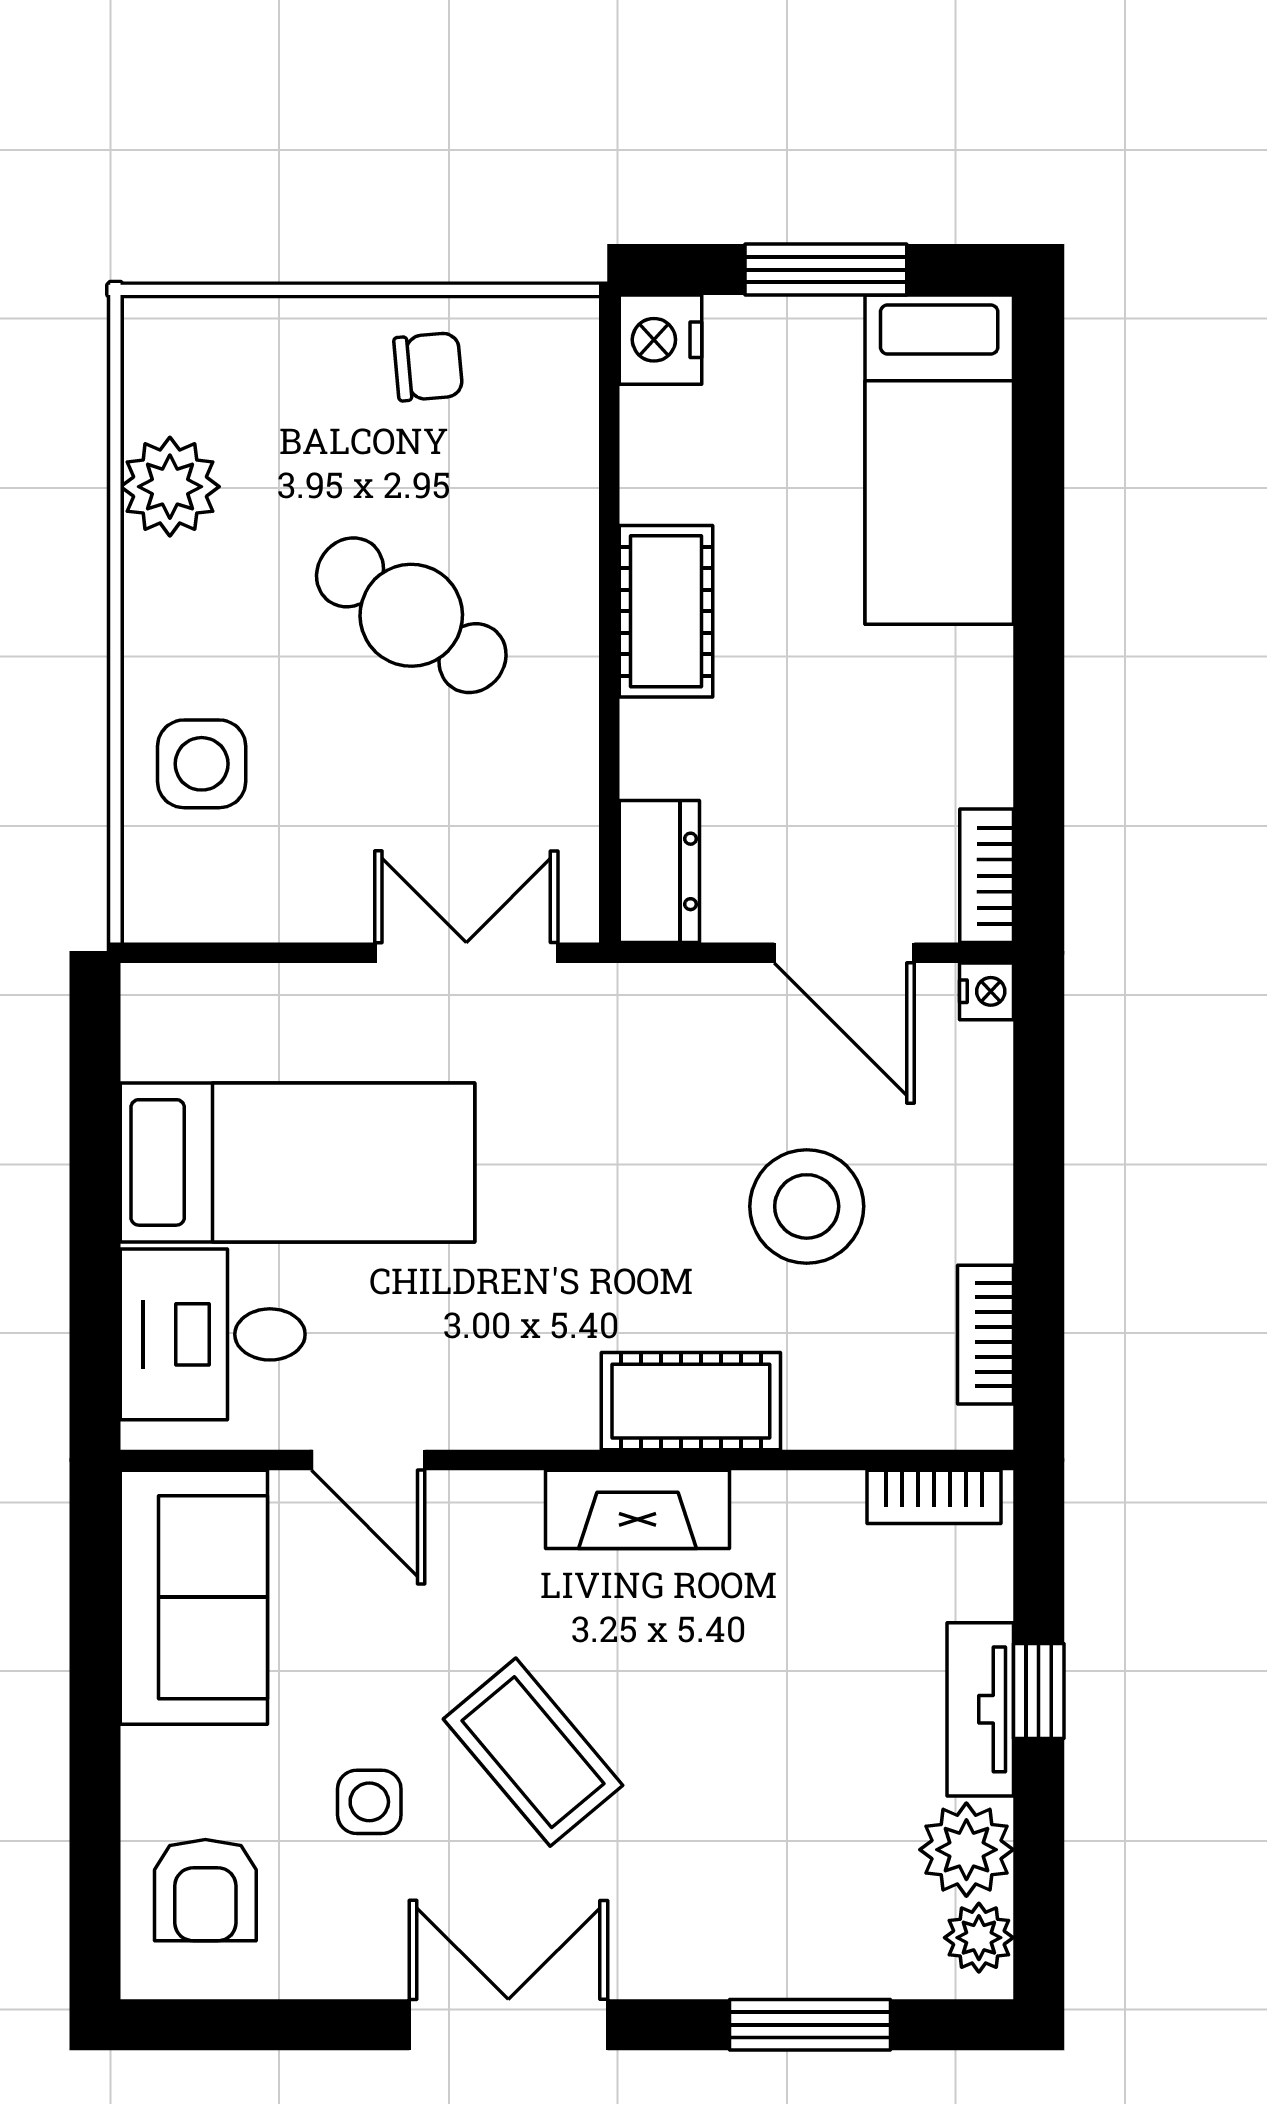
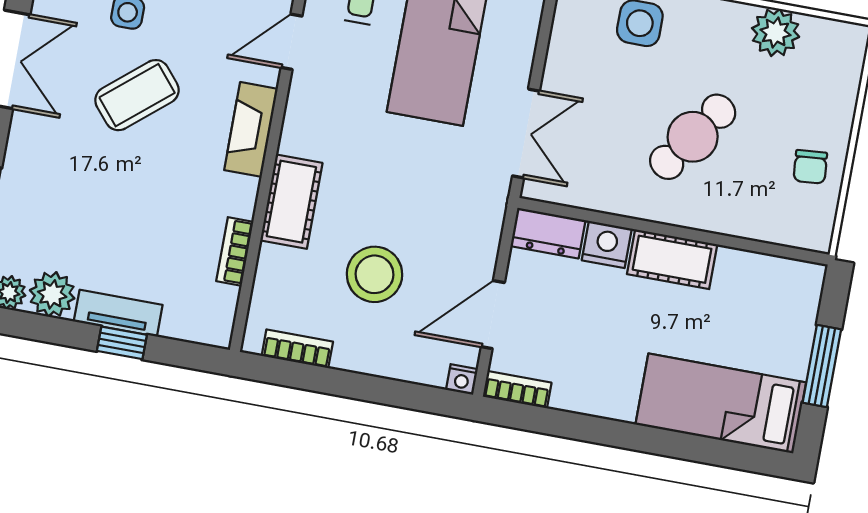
nightstand: (660, 340) -> (607, 244), moved
bookcase: (934, 1497) -> (235, 251), moved
fireplace: (637, 1509) -> (251, 129), moved

